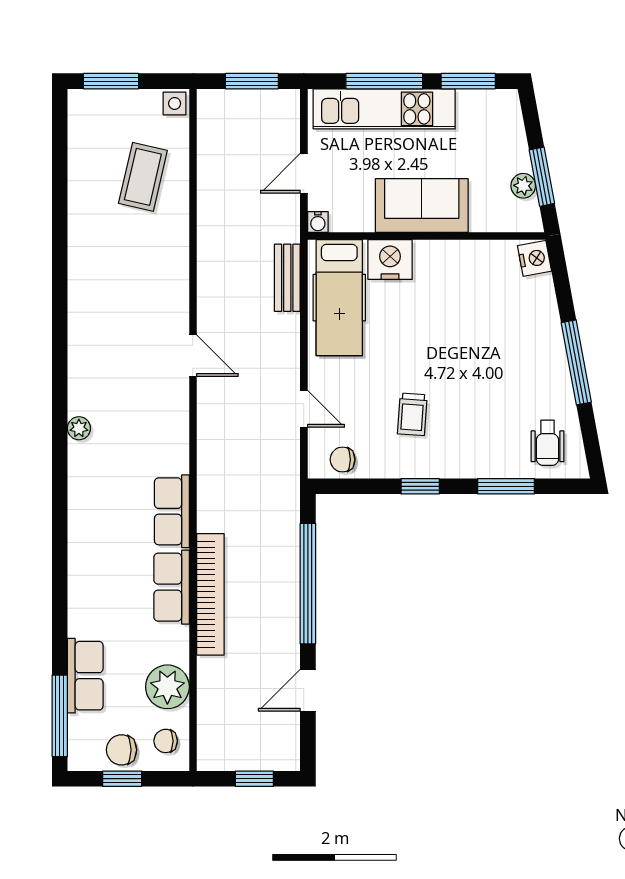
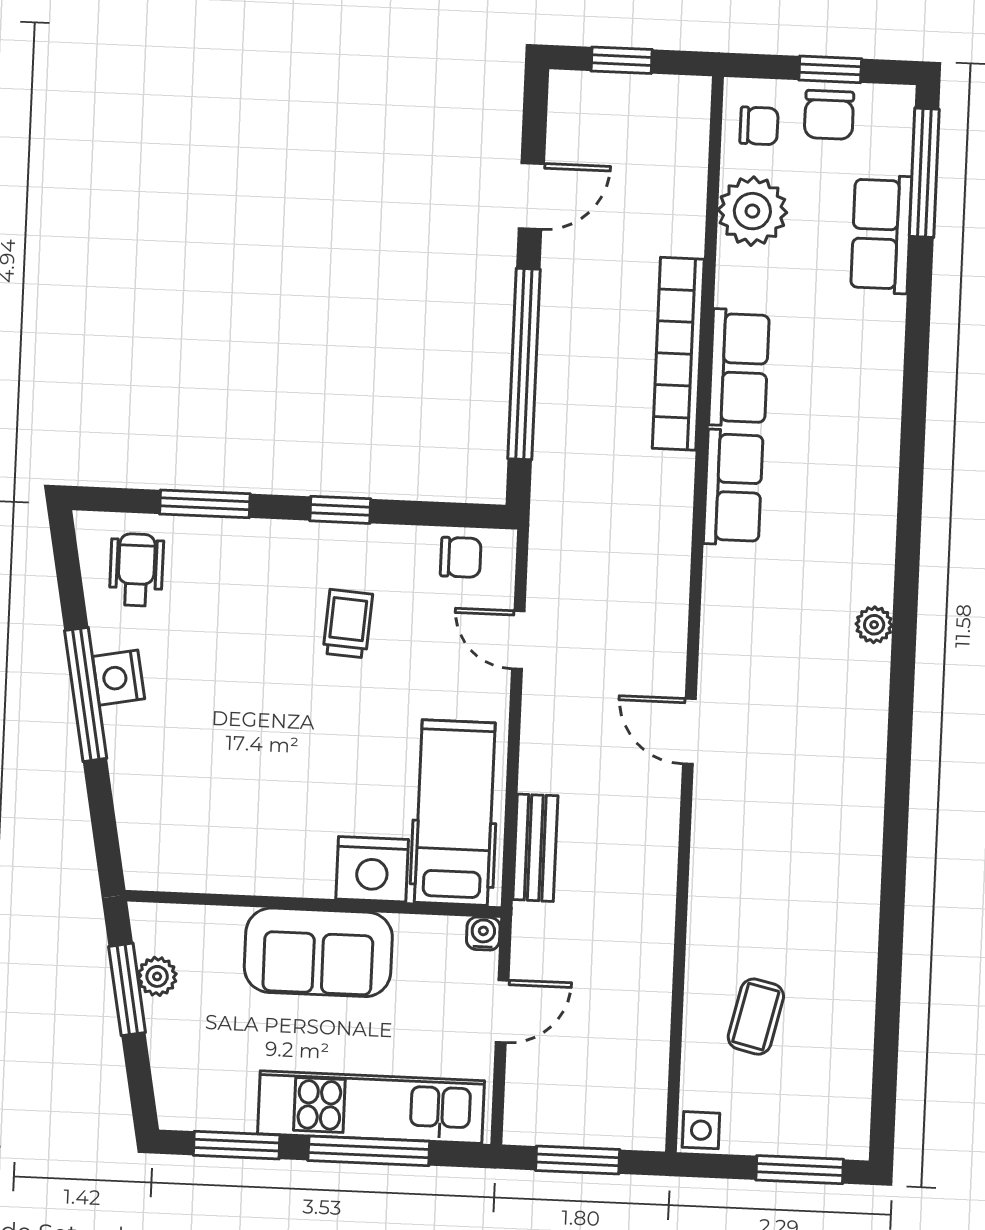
coffee table: (143, 177) -> (756, 1017), width x0.73, depth x0.77
nightstand: (534, 258) -> (119, 678), moved
chair: (122, 750) -> (829, 115), turned 90

